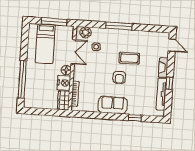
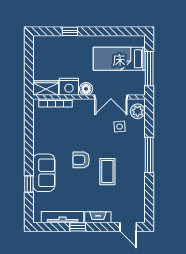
door: (172, 45) -> (128, 227), hinge flipped
window: (22, 79) -> (70, 31), width x0.32
sofa: (113, 105) -> (44, 173), moved

